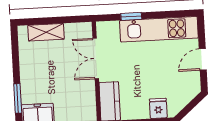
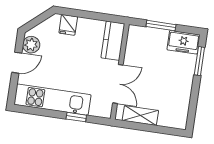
shelving: (46, 32) -> (140, 115), moved
plant: (192, 81) -> (31, 45), added

